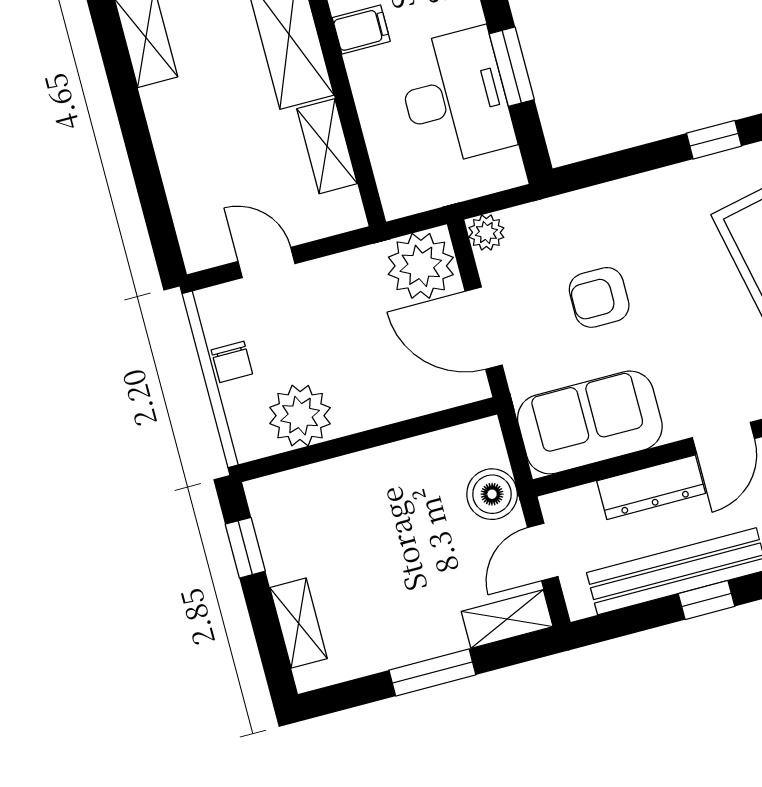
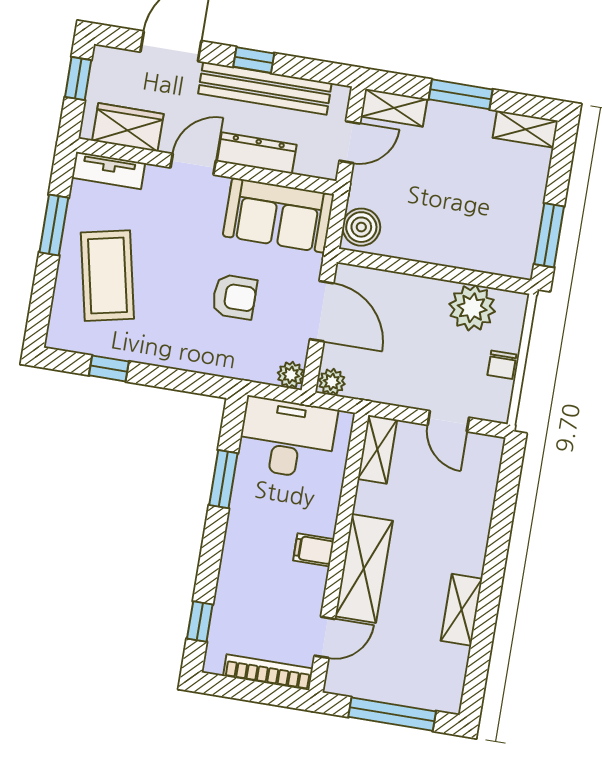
desk: (455, 97) -> (287, 438), moved, turned 90
shelving: (327, 146) -> (377, 449), moved
plant: (421, 266) -> (332, 382), width x0.53, depth x0.53
chair: (232, 362) -> (502, 365), turned 180
boiler: (492, 494) -> (361, 227), moved
window: (245, 548) -> (549, 235), width x1.50
shelving: (299, 623) -> (525, 129), moved, turned 90

